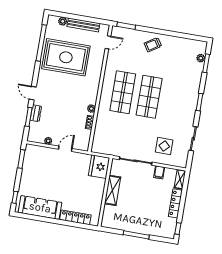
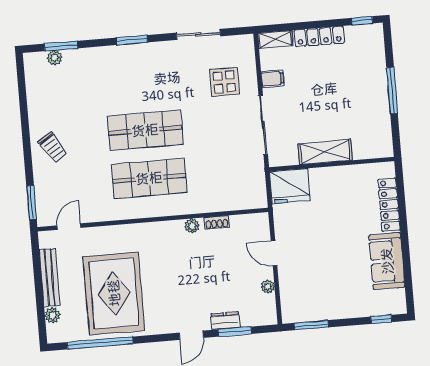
door: (108, 42) -> (69, 227), hinge flipped
sofa: (40, 207) -> (387, 261), width x0.73

